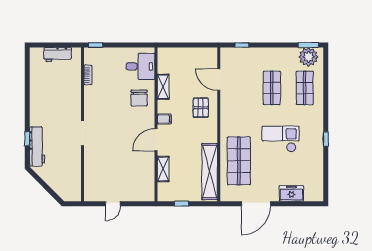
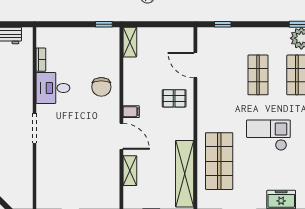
window: (96, 45) -> (104, 24), moved
desk: (140, 66) -> (53, 88), moved, turned 180
shelving: (163, 87) -> (130, 42), moved
pallet: (201, 108) -> (174, 98), turned 90
door: (156, 140) -> (121, 136), swing flipped

